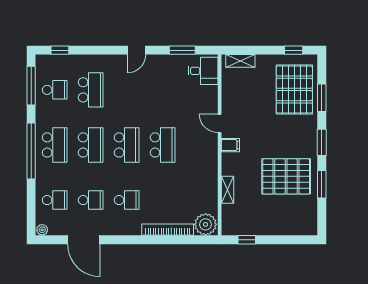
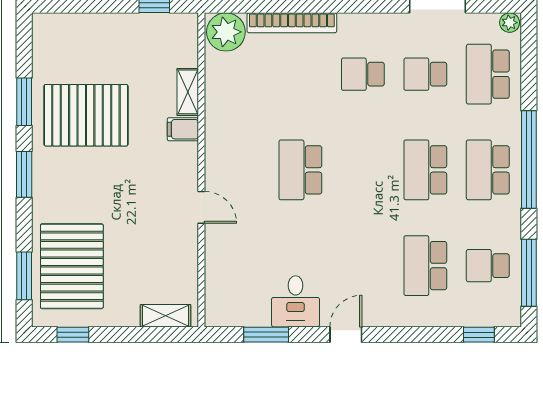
desk: (203, 71) -> (296, 301), moved, turned -90
window: (322, 98) -> (24, 276), moved
school desk: (127, 145) -> (363, 170), removed
filing cabinet: (230, 145) -> (183, 129), moved
school desk: (55, 200) -> (488, 74), width x1.85

